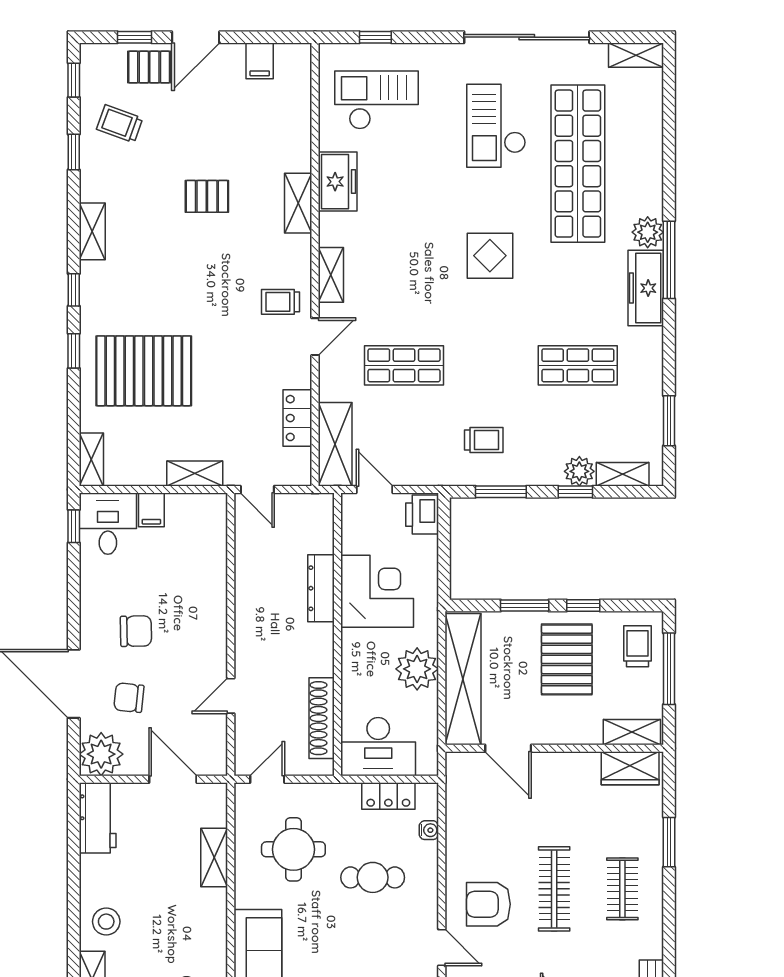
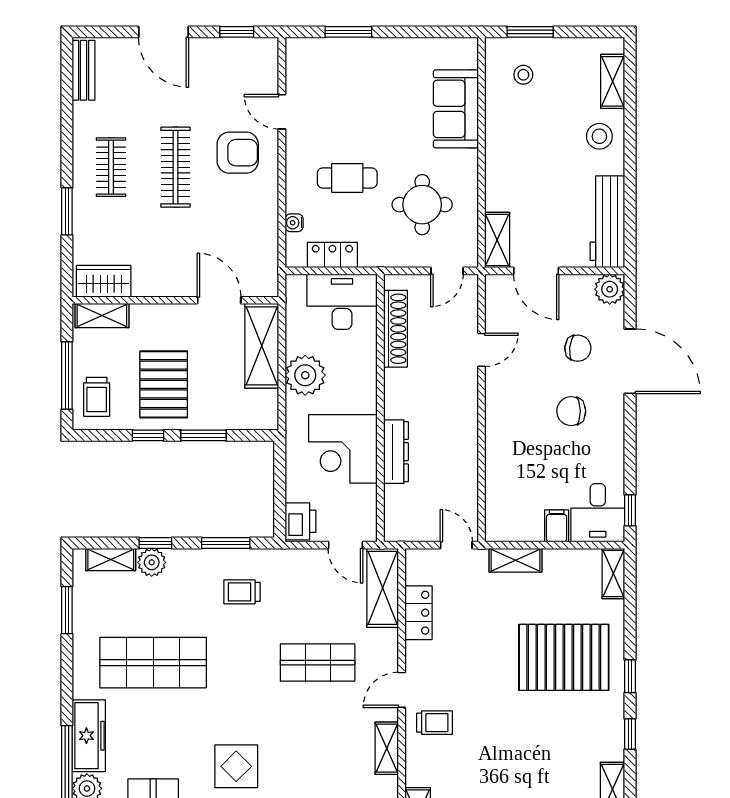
shop shelf: (578, 365) -> (153, 663), width x1.43, depth x1.36
shelving: (463, 679) -> (262, 346), width x0.68
plant: (101, 754) -> (610, 289), width x0.73, depth x0.73
workbench: (98, 818) -> (607, 222), width x1.38
shelving: (214, 857) -> (497, 240), moved

